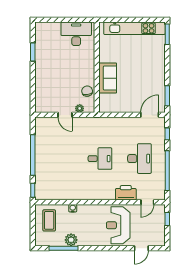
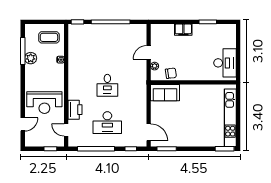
filing cabinet: (41, 78) -> (183, 30), added
sofa: (108, 78) -> (165, 93), moved
reception desk: (118, 225) -> (44, 103), turned 180
door: (141, 248) -> (23, 124), swing flipped

